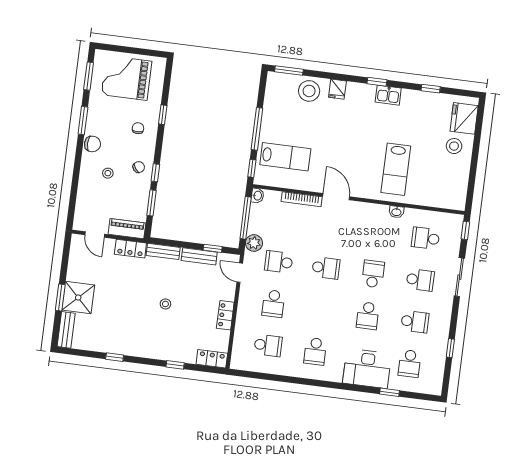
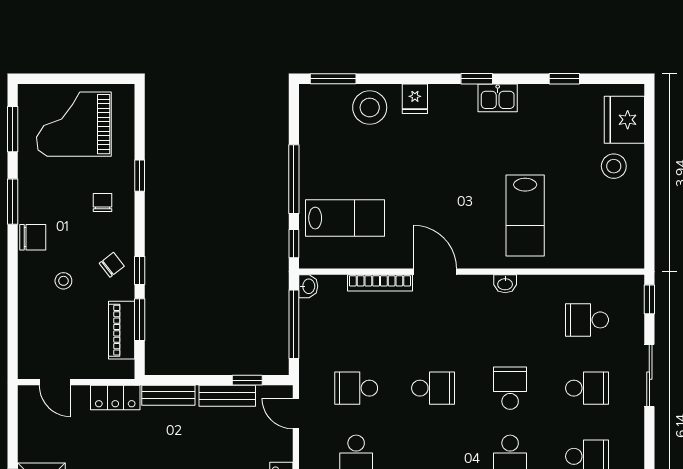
washbasin: (396, 212) -> (505, 284), moved
piano: (127, 229) -> (122, 330), moved, turned -90
plant: (254, 243) -> (312, 363), removed

